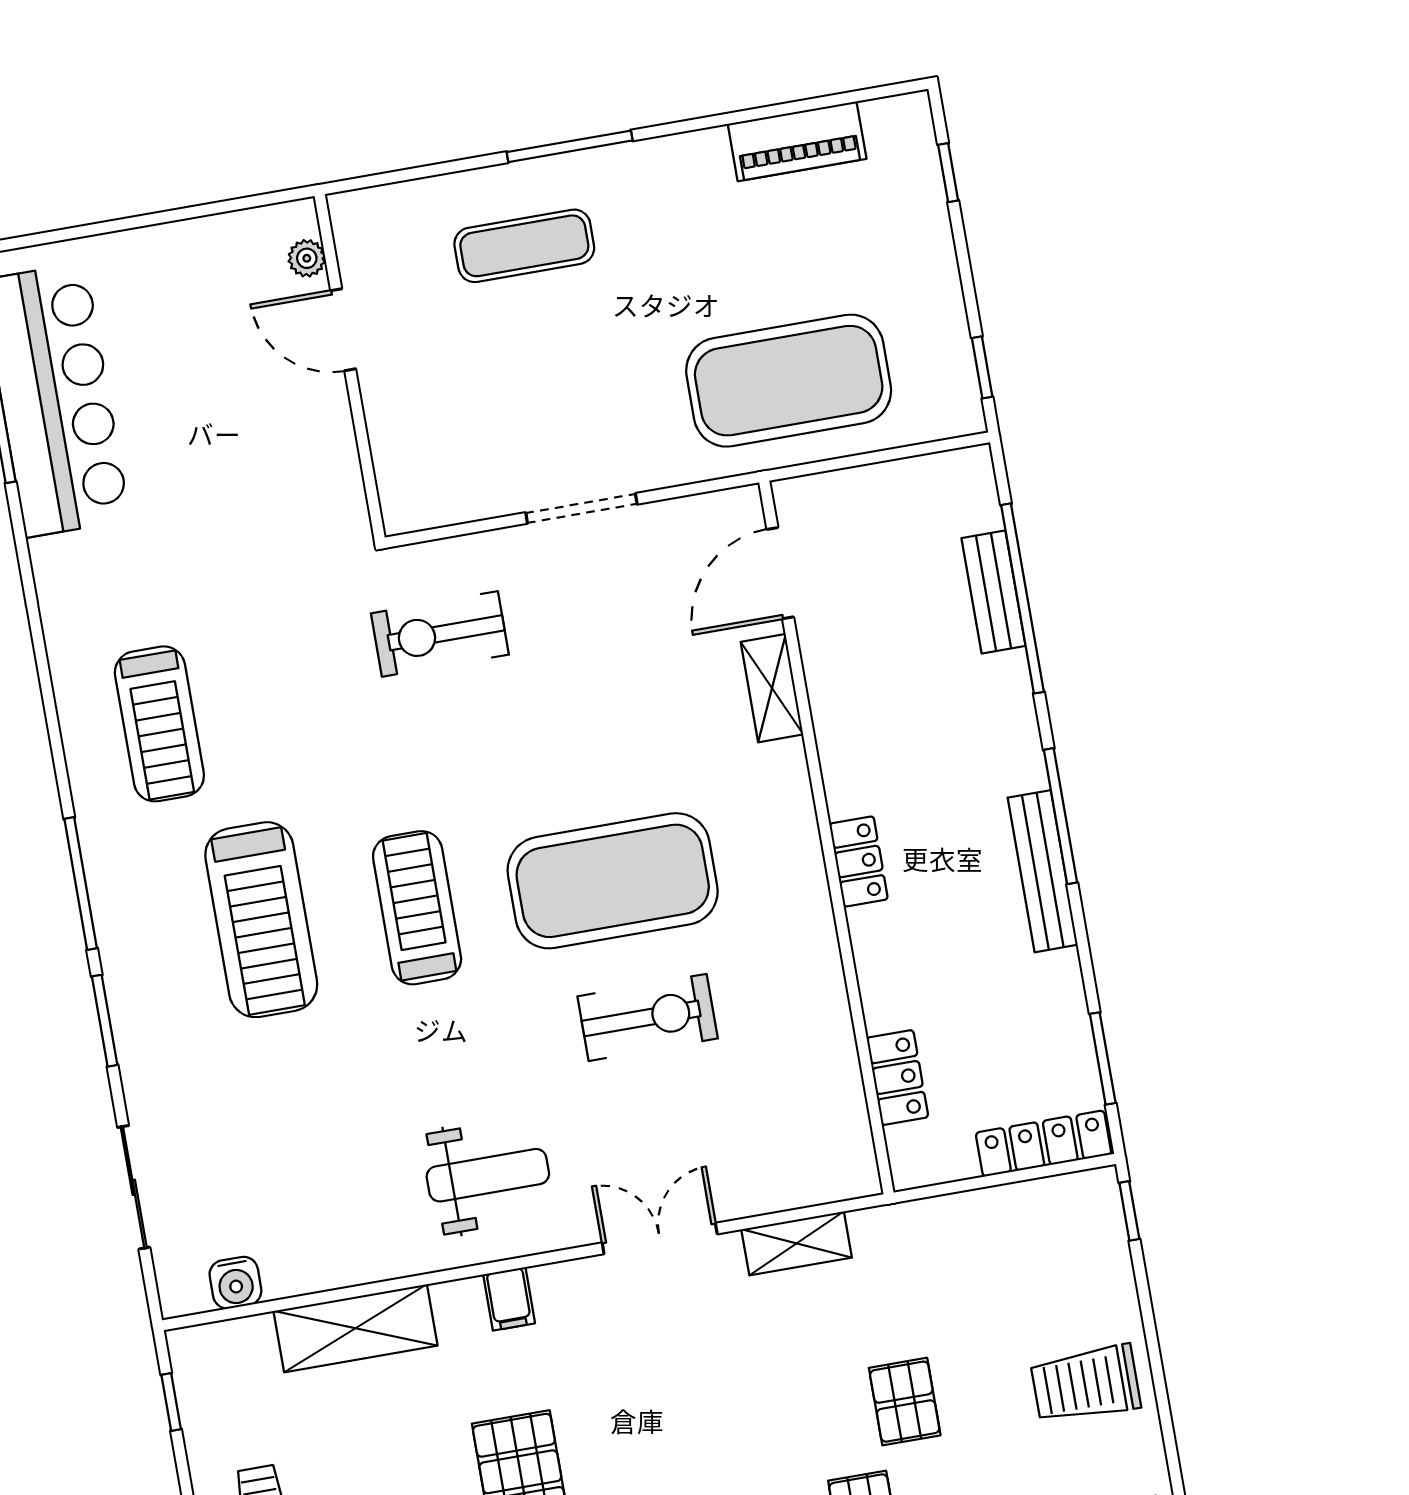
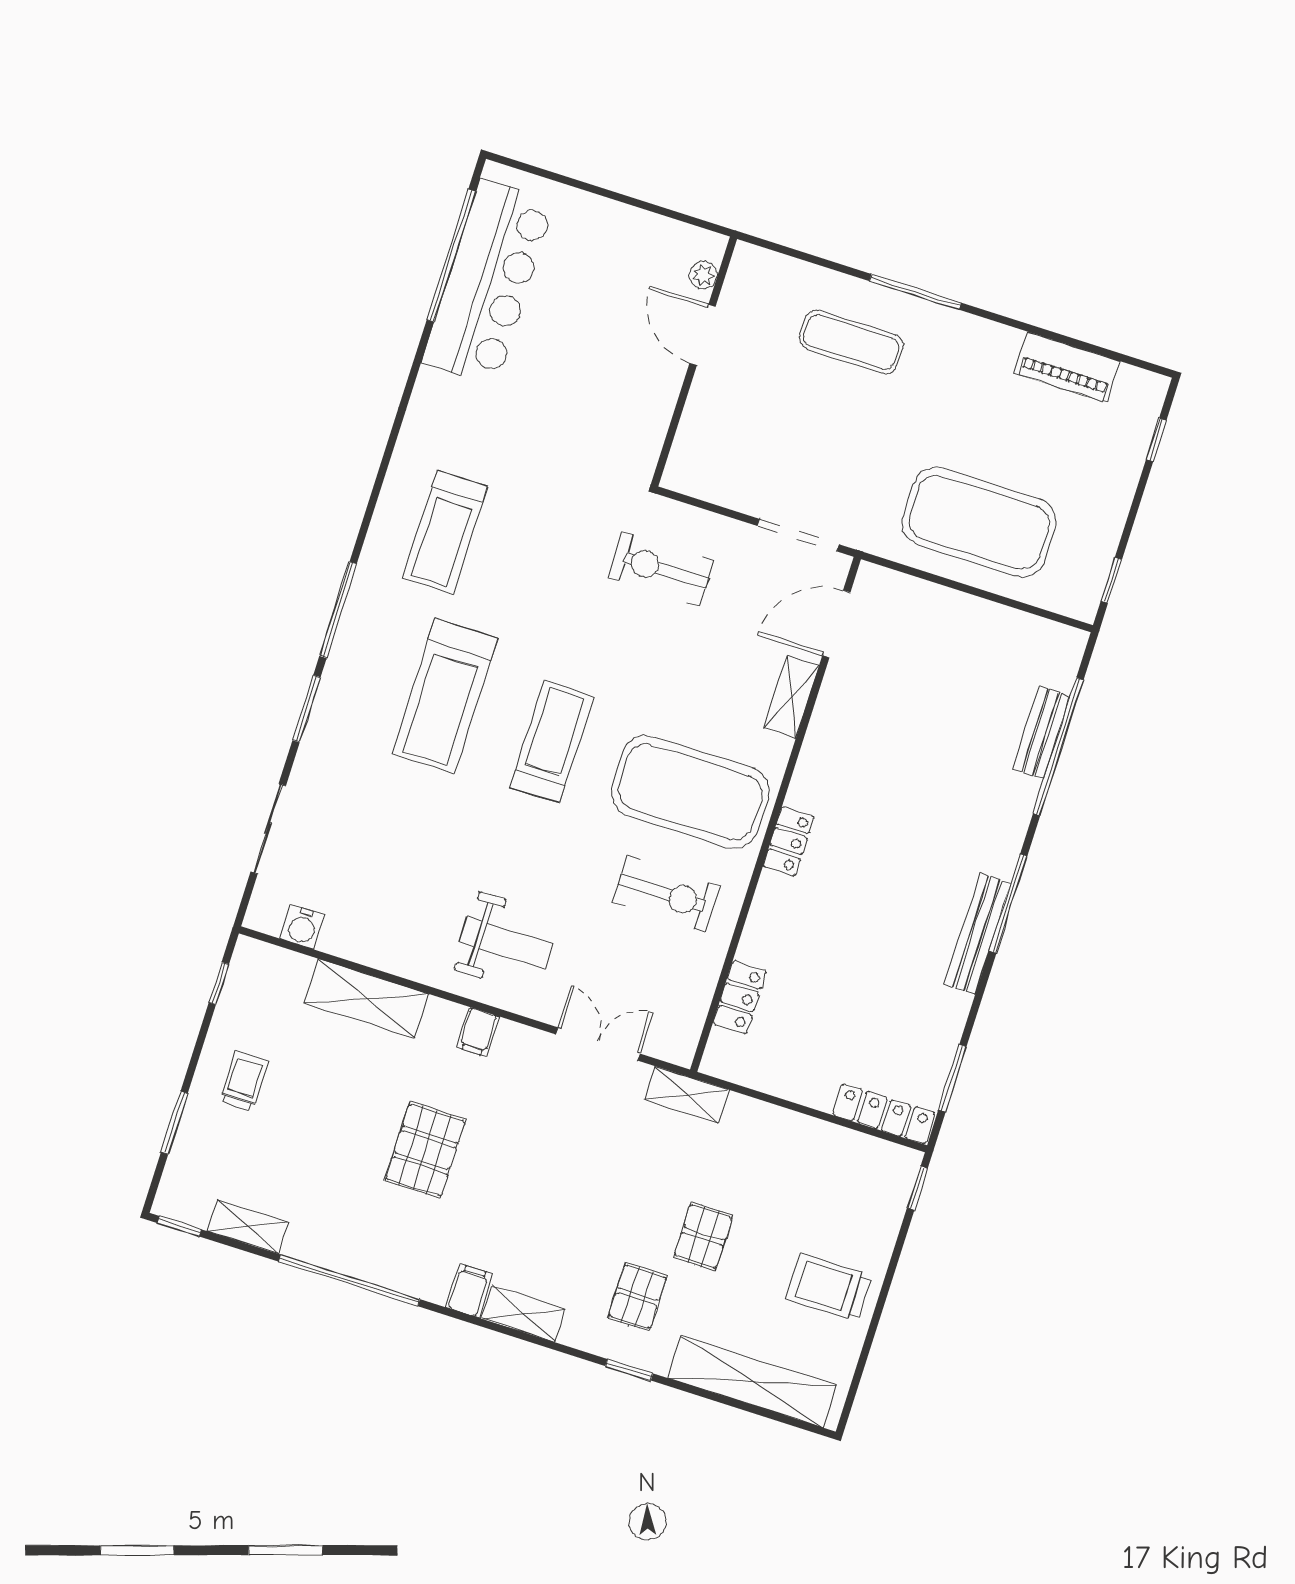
door: (780, 573) -> (836, 624), moved
shelving: (772, 688) -> (791, 697), moved
wall: (826, 838) -> (776, 814), moved
locker: (859, 861) -> (789, 841), moved
locker: (897, 1078) -> (740, 997), moved

